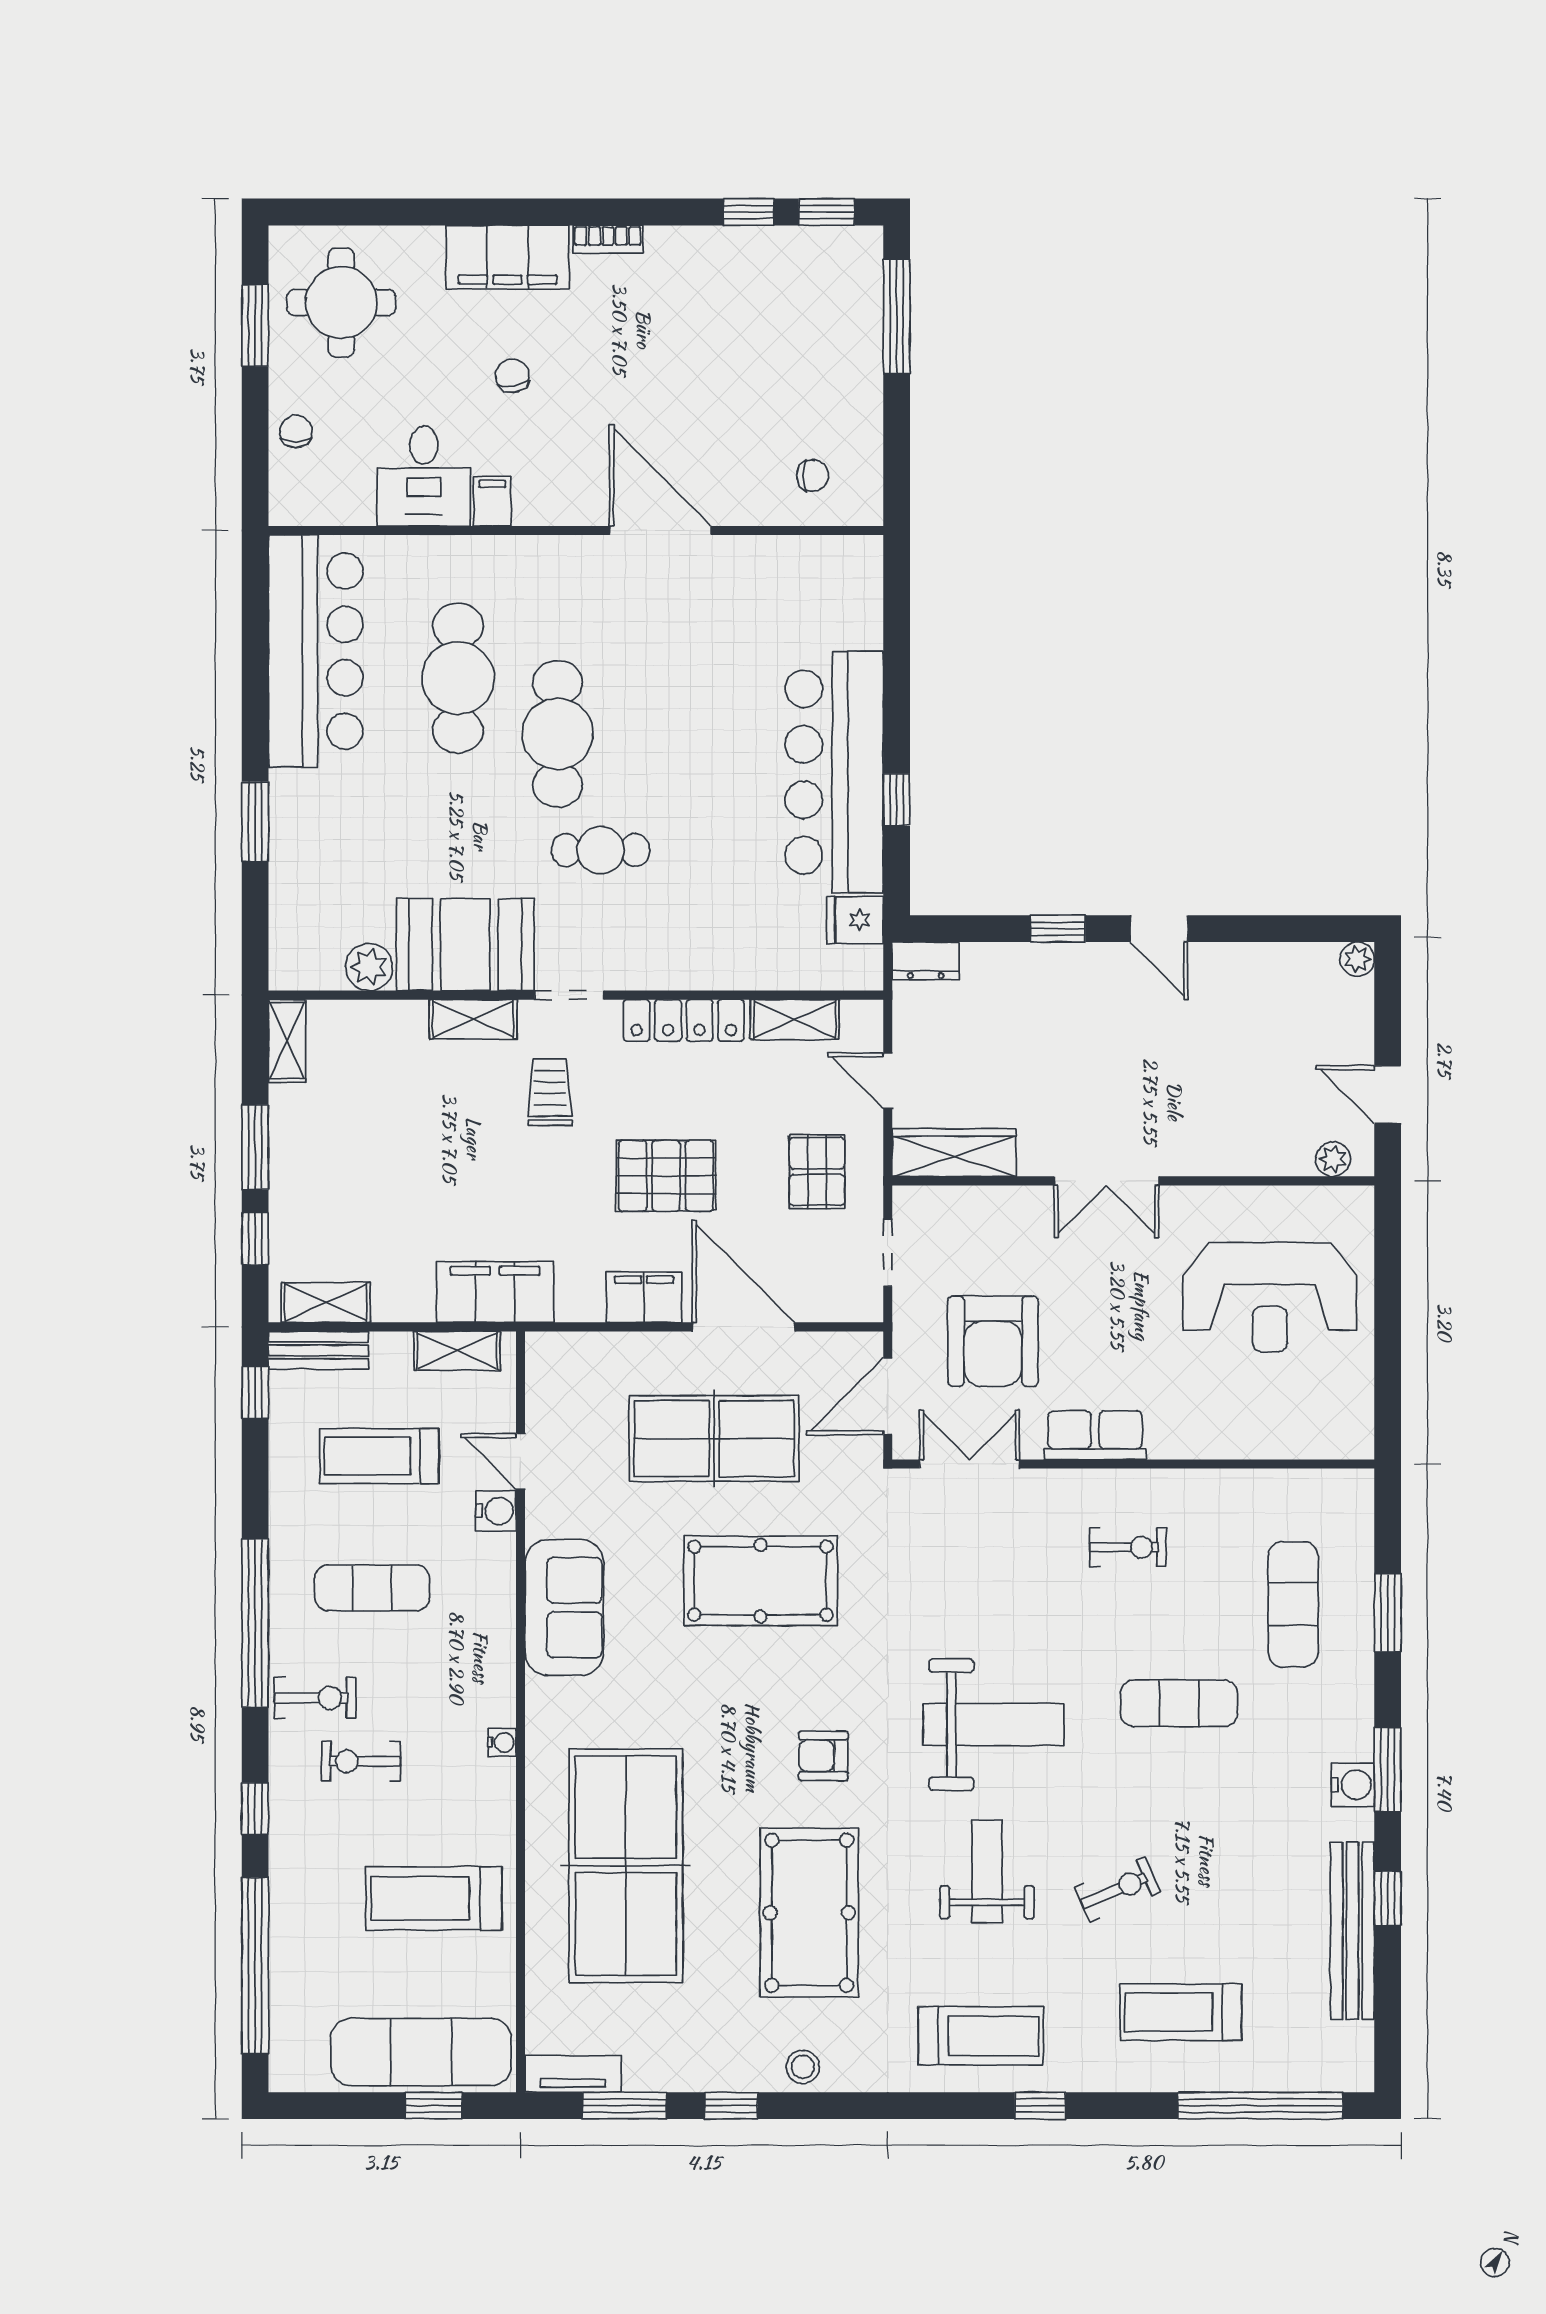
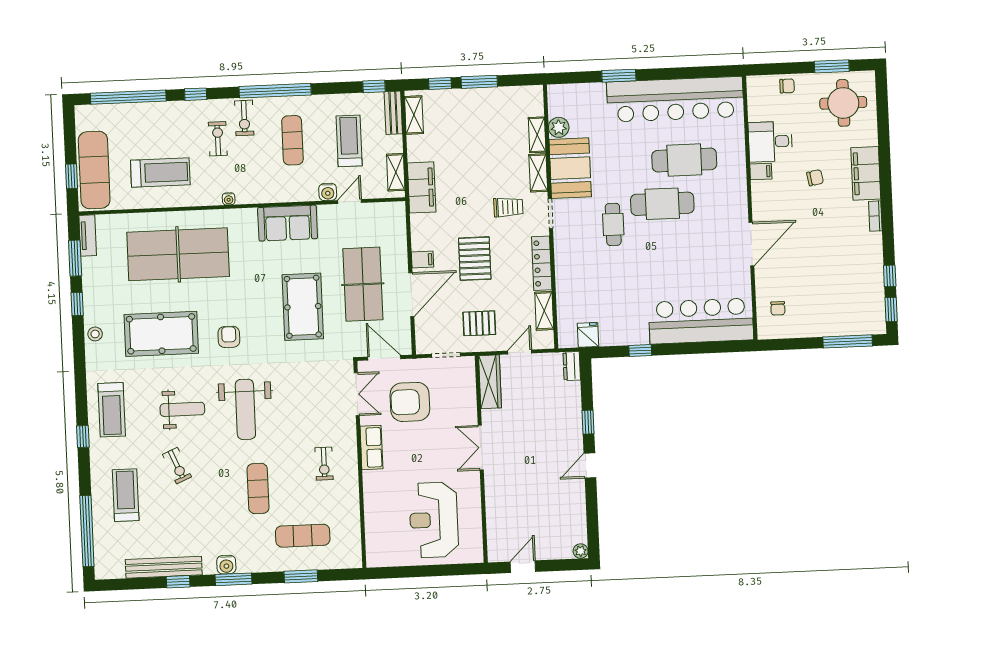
bar counter: (316, 651) -> (675, 99), width x1.36
bar counter: (834, 772) -> (701, 321), moved
shelving: (287, 1041) -> (537, 135), moved, turned 90
plant: (1333, 1159) -> (494, 544), removed
filing cabinet: (644, 1297) -> (423, 260), width x0.50
treadmill: (434, 1898) -> (160, 173), turned 90

